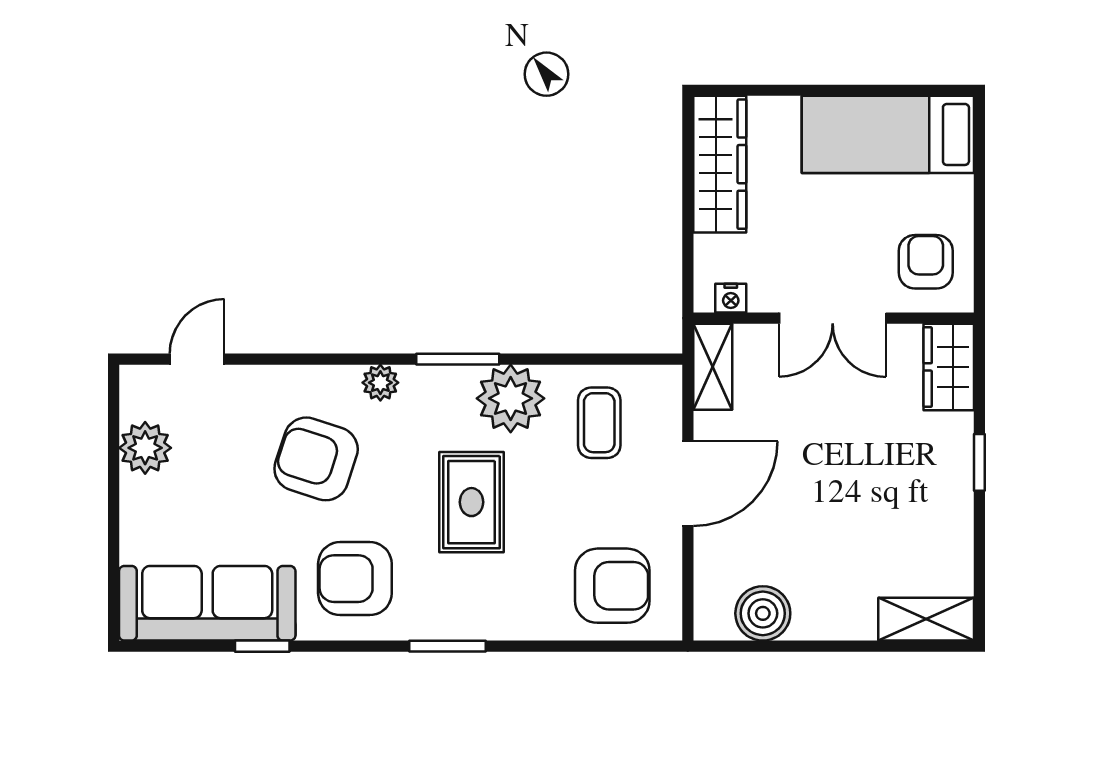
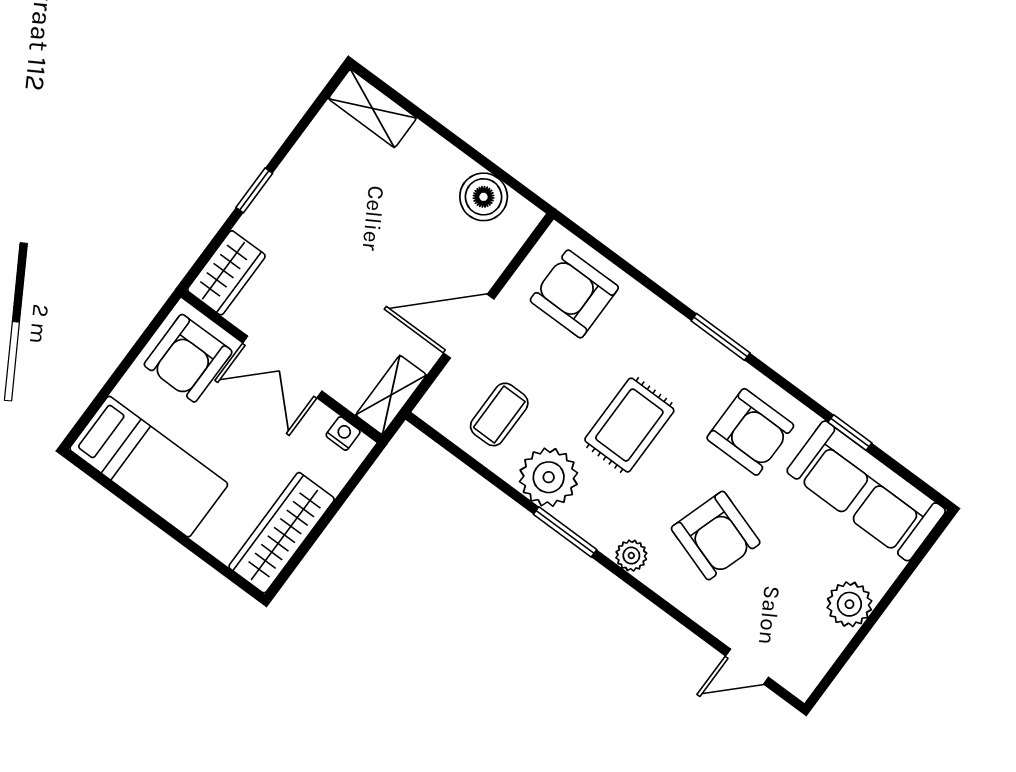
armchair: (926, 262) -> (188, 358), width x1.38, depth x1.38
double door: (833, 318) -> (282, 367), swing flipped
plant: (145, 448) -> (849, 604), moved

